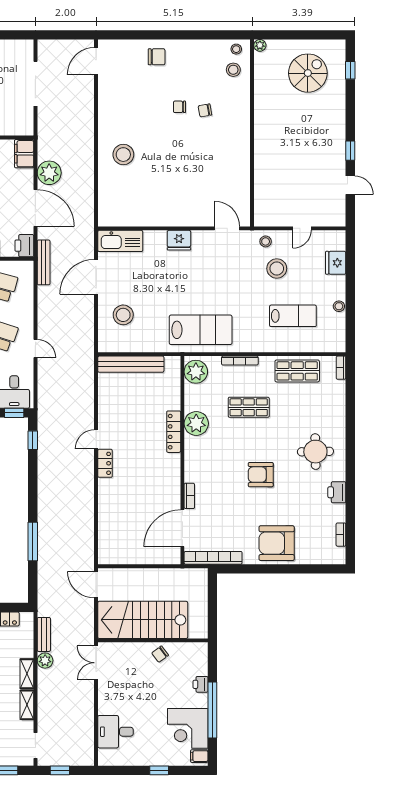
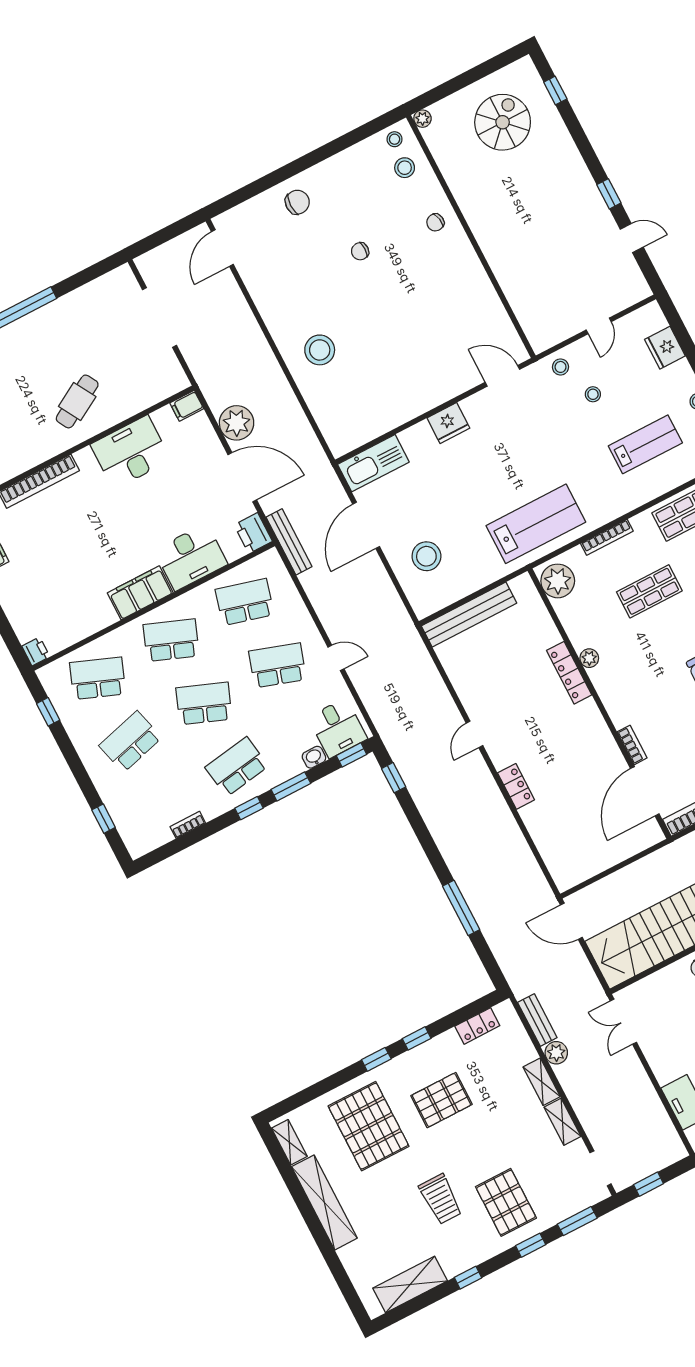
chair: (205, 110) -> (435, 222), moved
filing cabinet: (24, 154) -> (187, 406), width x0.50
stool: (277, 269) -> (593, 394), width x0.53, depth x0.53
plant: (196, 423) -> (589, 658), width x0.53, depth x0.53
locker: (105, 463) -> (516, 786), moved

